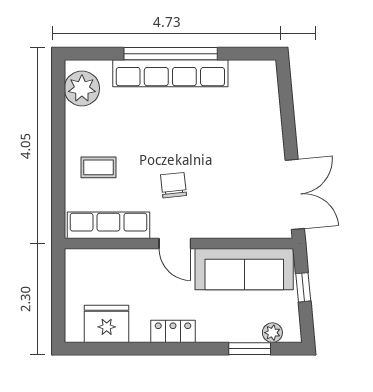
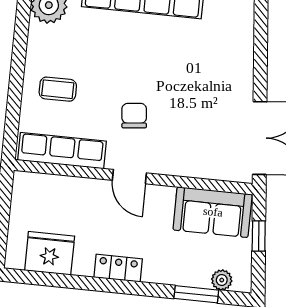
sofa: (244, 269) -> (213, 212), width x0.73

